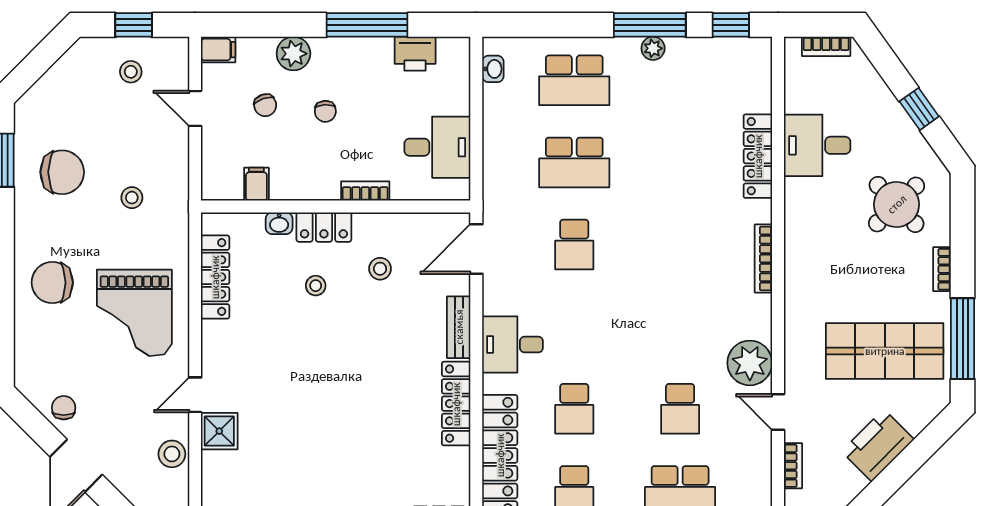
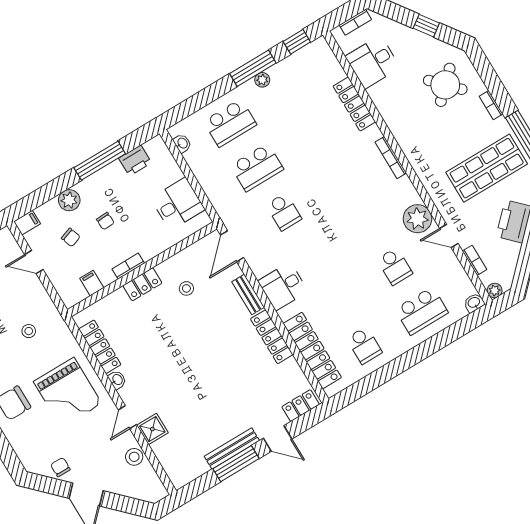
desk: (817, 145) -> (373, 62), moved
bookcase: (365, 191) -> (128, 266), moved
washbasin: (279, 223) -> (117, 380), moved, turned -90
stool: (316, 286) -> (157, 319), removed
school desk: (574, 409) -> (337, 301), removed

